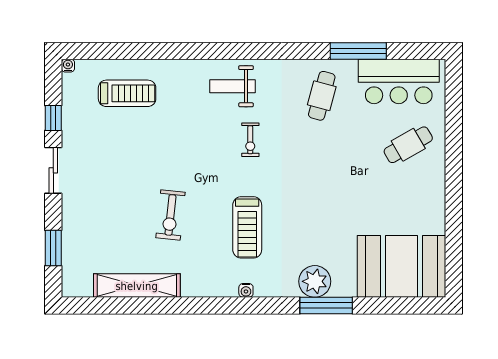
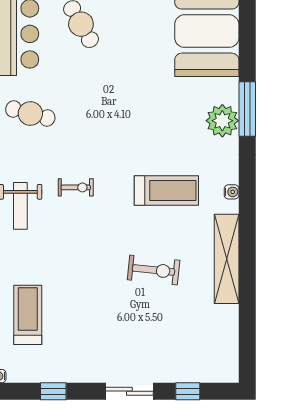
sliding door: (53, 170) -> (129, 391), moved
window: (53, 248) -> (188, 391), width x0.67
shelving: (137, 286) -> (227, 259), moved

